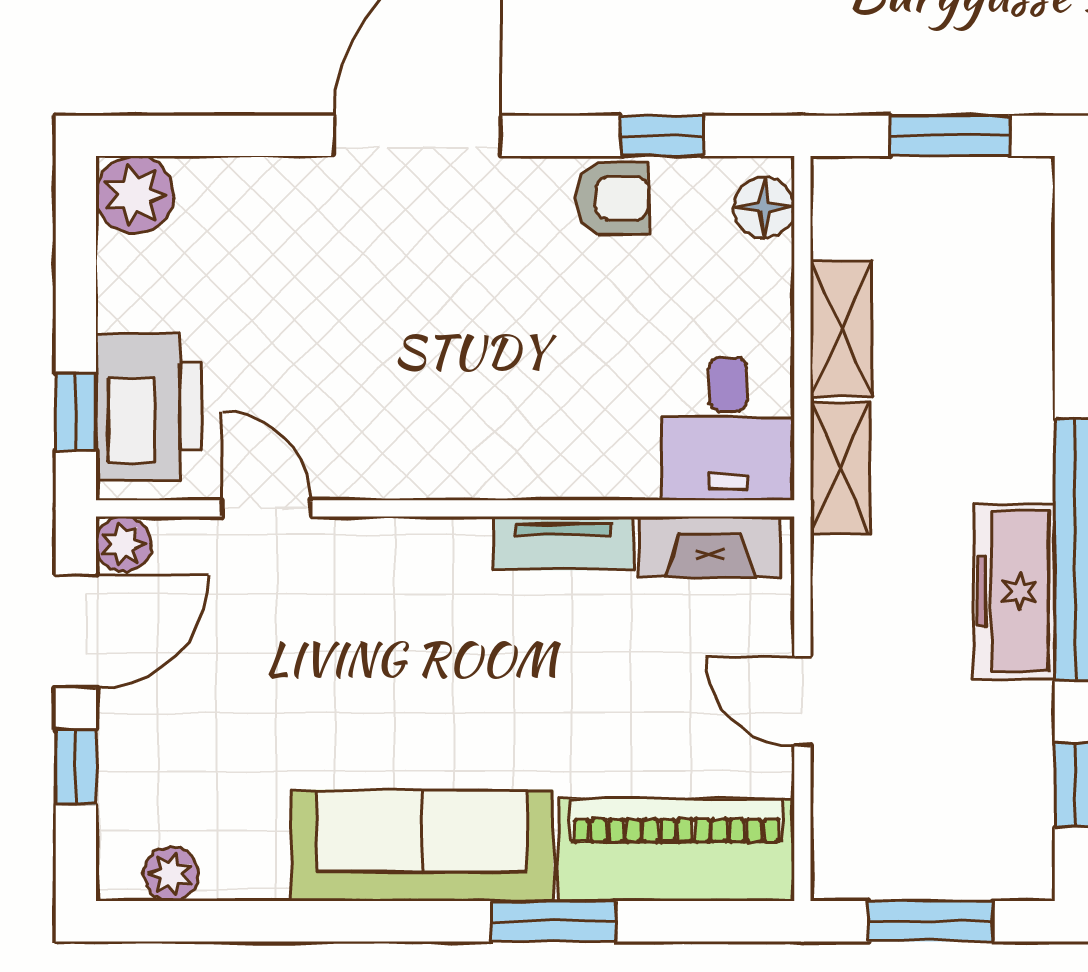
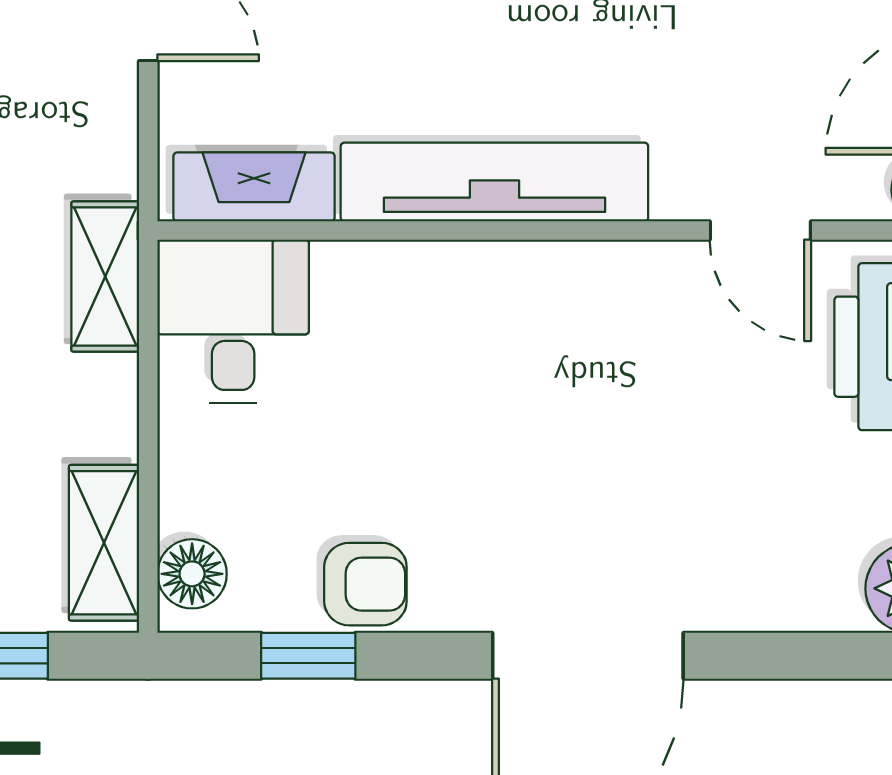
armchair: (612, 199) -> (365, 584), turned 180
shelving: (841, 329) -> (104, 543), moved
tv unit: (564, 543) -> (494, 182), width x1.92, depth x1.29

